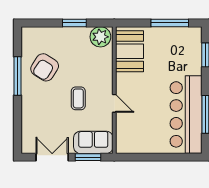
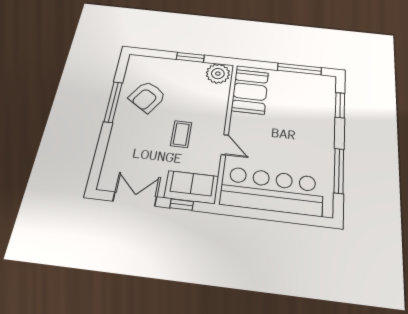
bar counter: (186, 114) -> (272, 191), moved, turned 90
window: (88, 157) -> (182, 205), width x0.67

